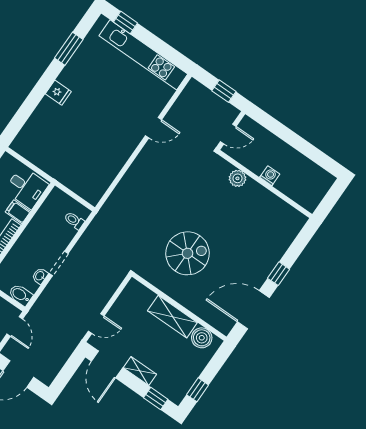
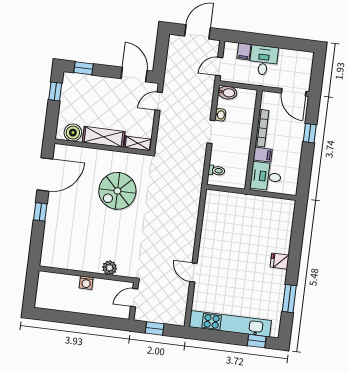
door: (153, 128) -> (193, 273), hinge flipped
door: (15, 326) -> (219, 67), hinge flipped
shelving: (140, 371) -> (138, 143), moved

